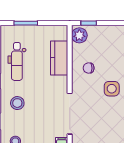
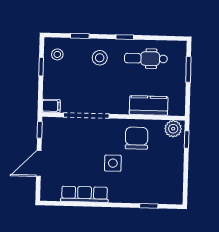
chair: (89, 68) -> (137, 138), width x1.87, depth x1.87

